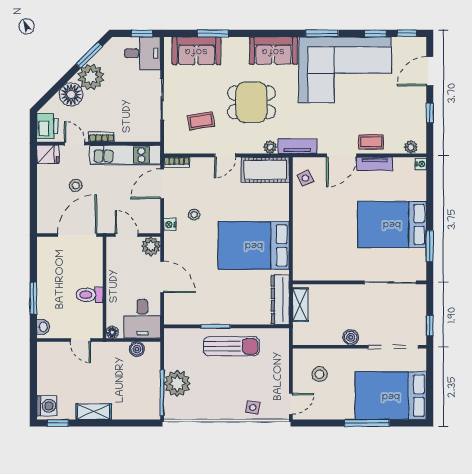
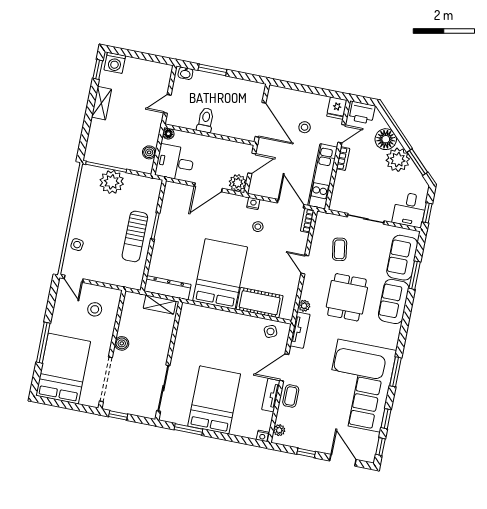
sofa: (273, 51) -> (394, 301), moved
door: (342, 155) -> (284, 367), hinge flipped
cot: (265, 170) -> (260, 303), moved, turned 90

